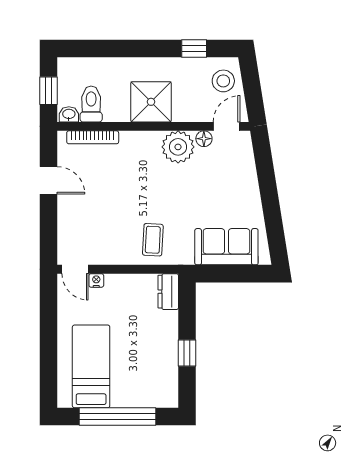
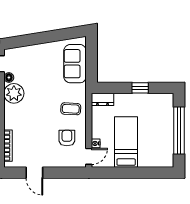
door: (49, 180) -> (34, 173), swing flipped
armchair: (105, 233) -> (67, 138), added
bed: (91, 366) -> (126, 142), moved, turned 90

